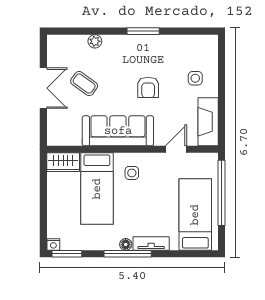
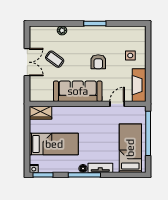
side table: (132, 173) -> (87, 120), removed
bed: (97, 189) -> (54, 144), moved, turned -90

